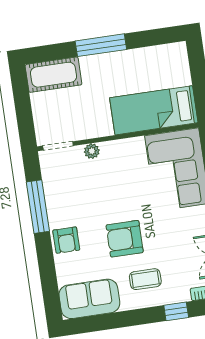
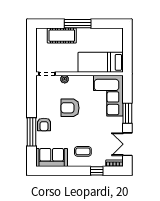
cot: (53, 75) -> (62, 36), moved
window: (38, 207) -> (32, 132), moved
armchair: (125, 239) -> (70, 108), moved

